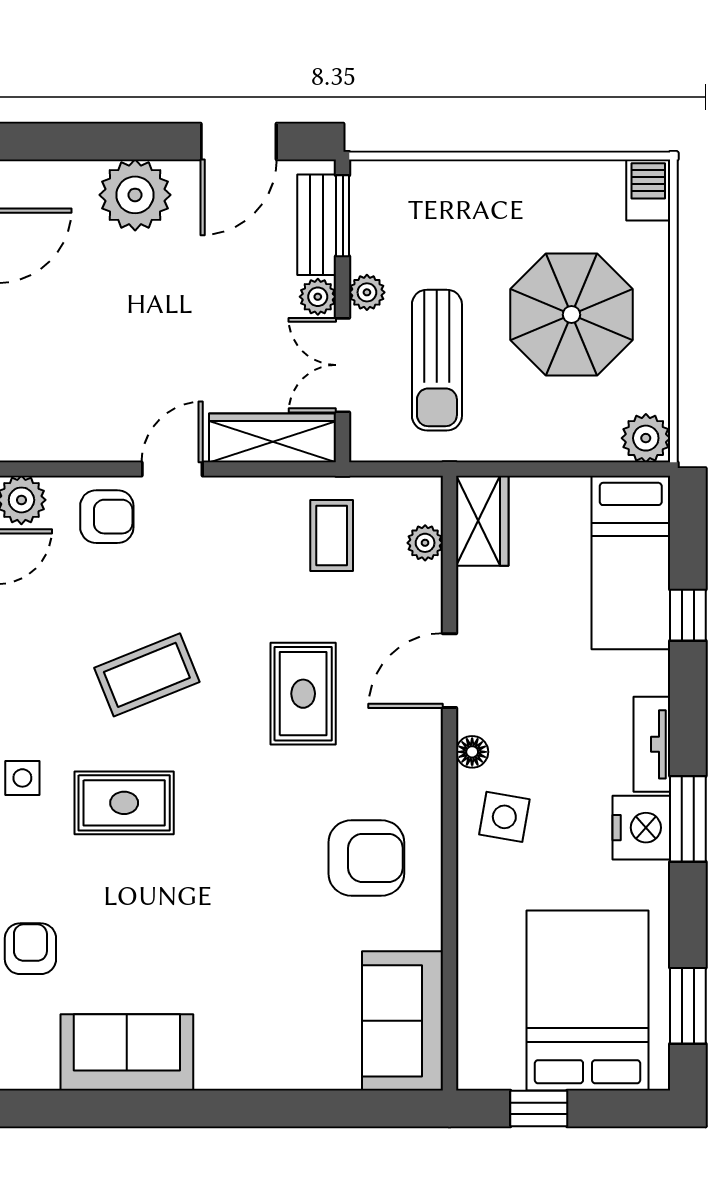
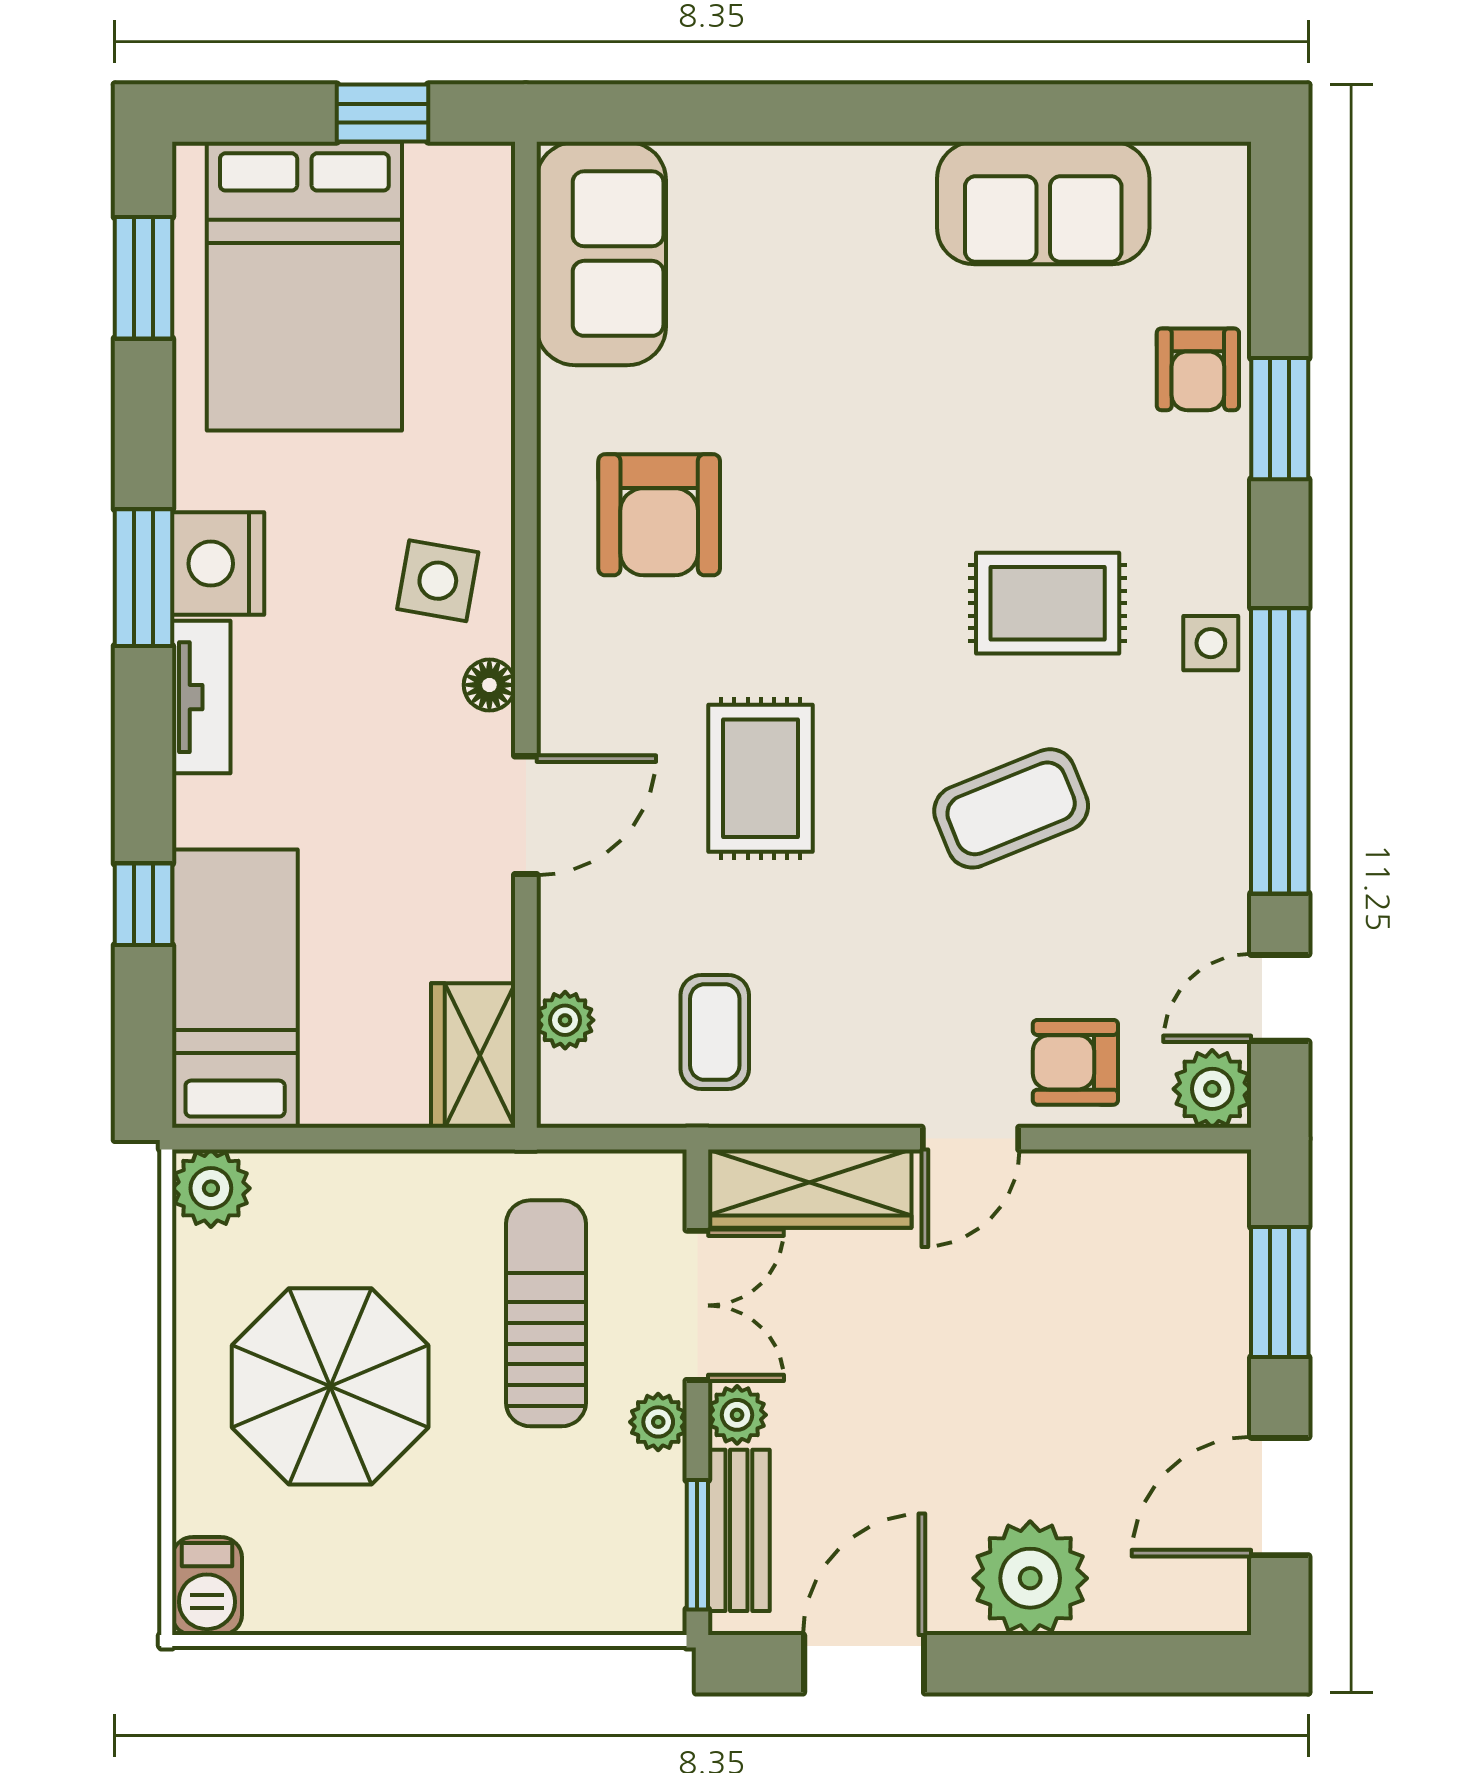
armchair: (366, 858) -> (659, 515), turned -90

